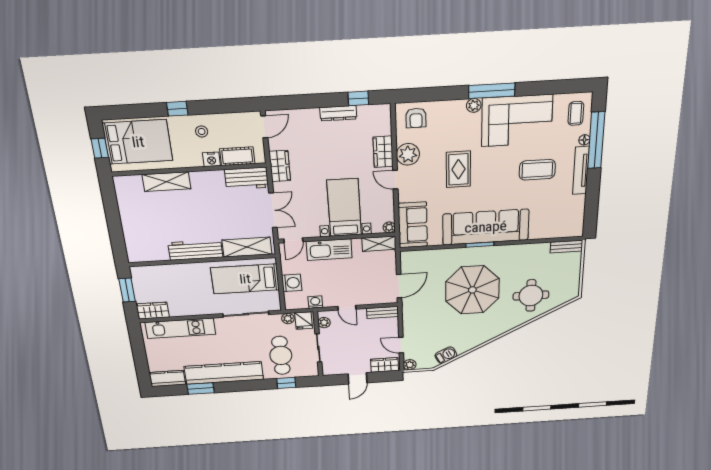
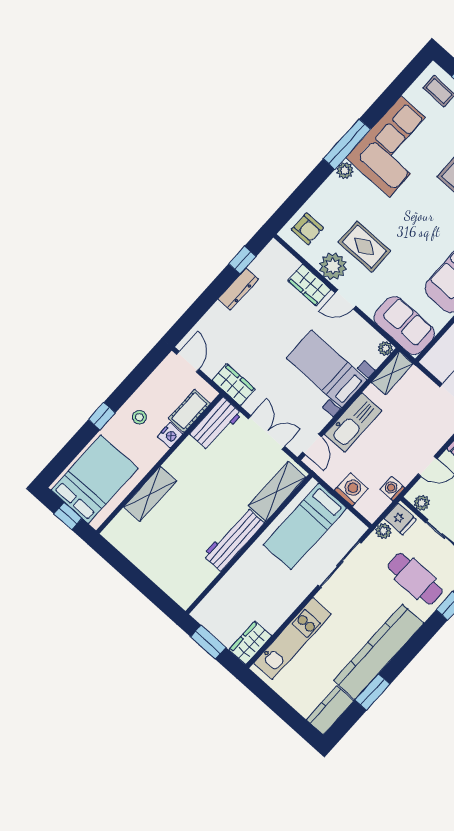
rug: (458, 169) -> (364, 247), moved

